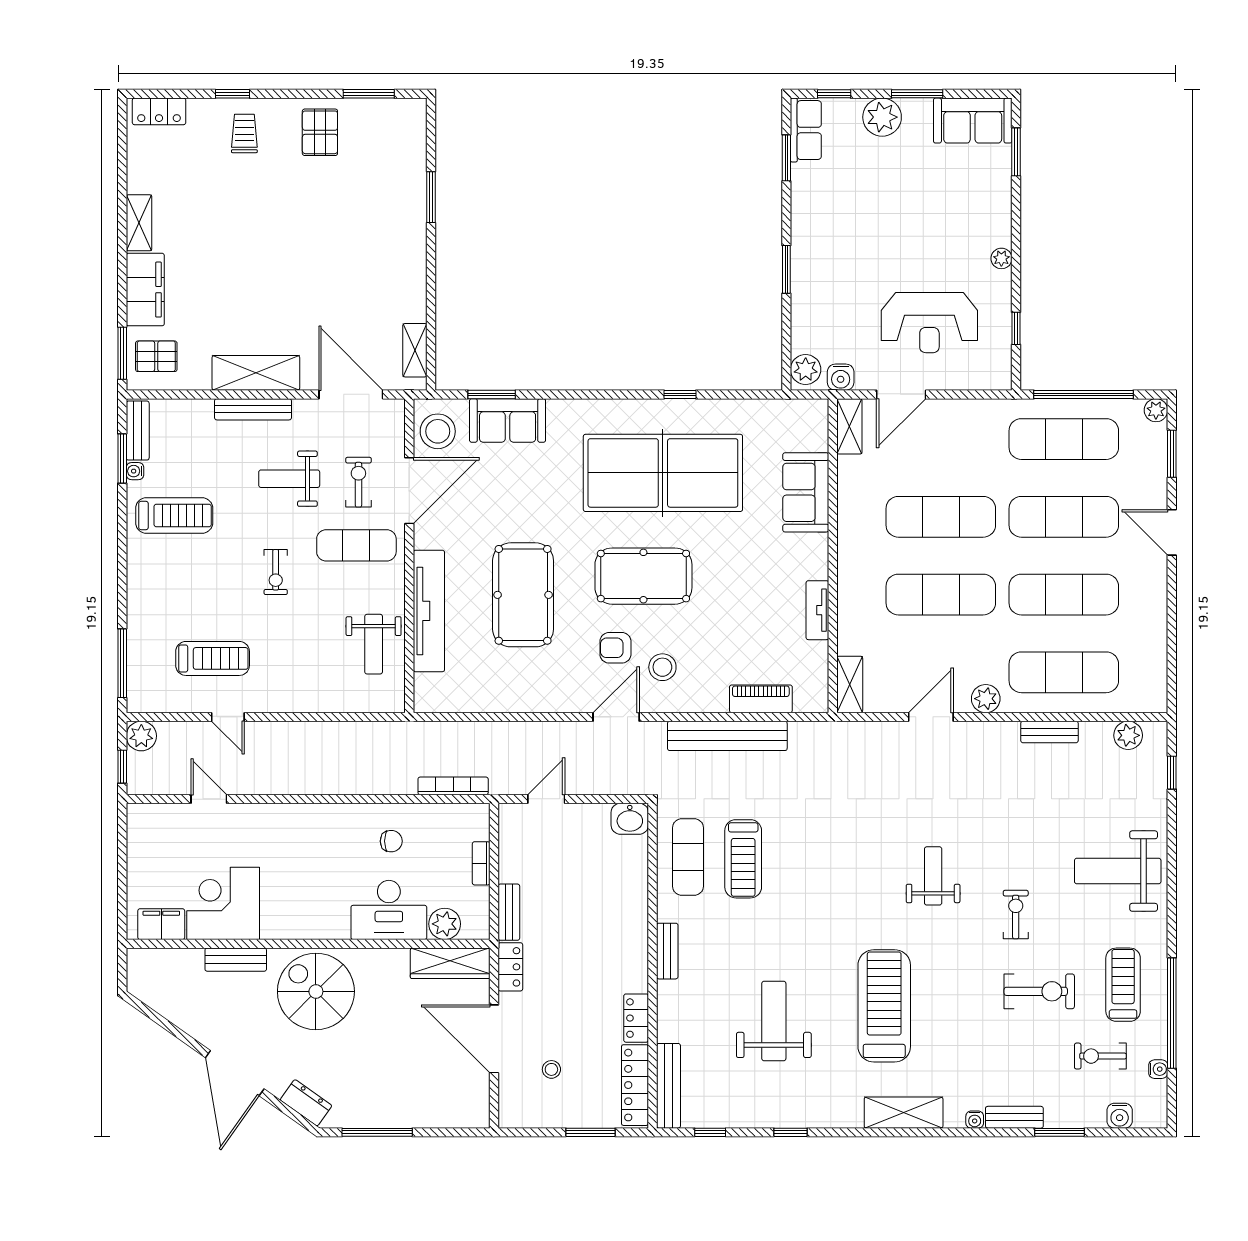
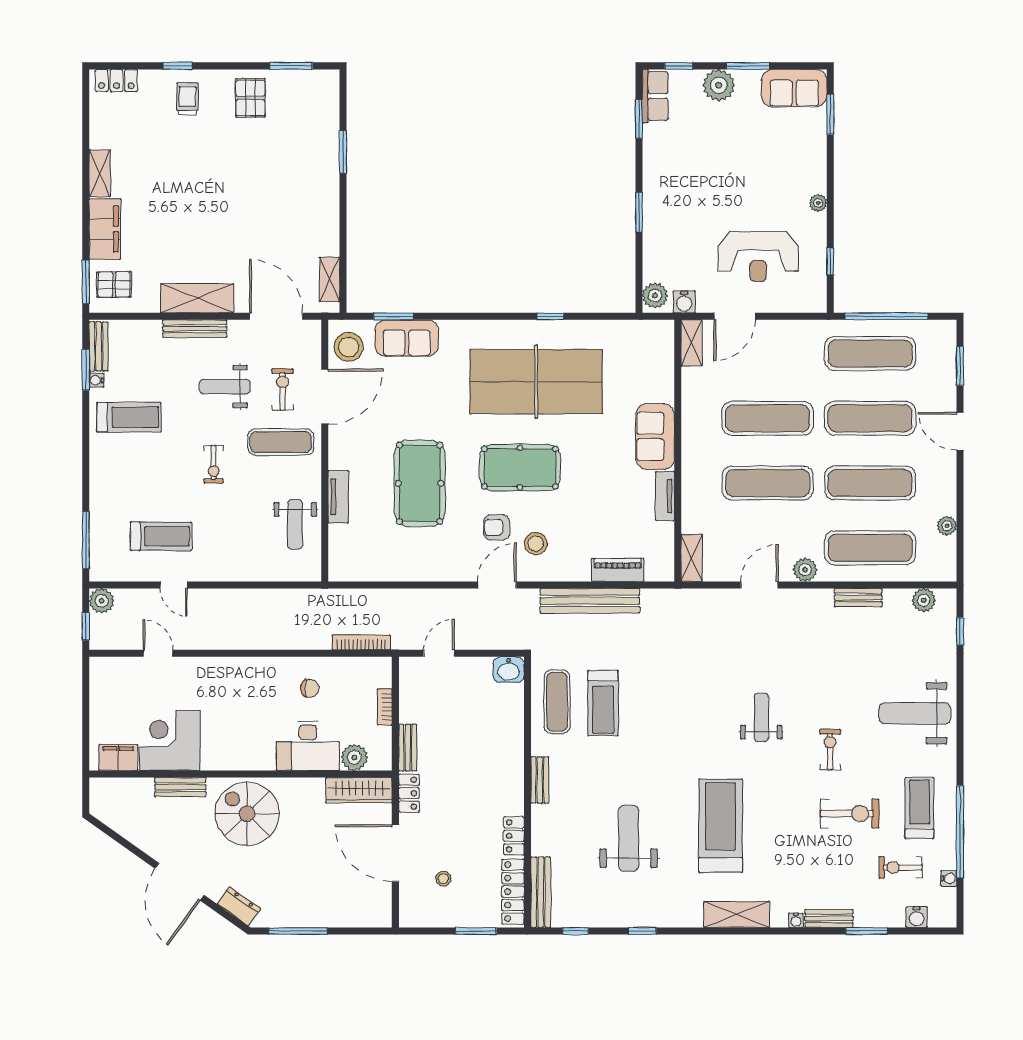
plant: (1156, 410) -> (947, 526), moved
sofa: (806, 492) -> (655, 437), moved
tv unit: (429, 611) -> (338, 497), width x0.52, depth x0.78

